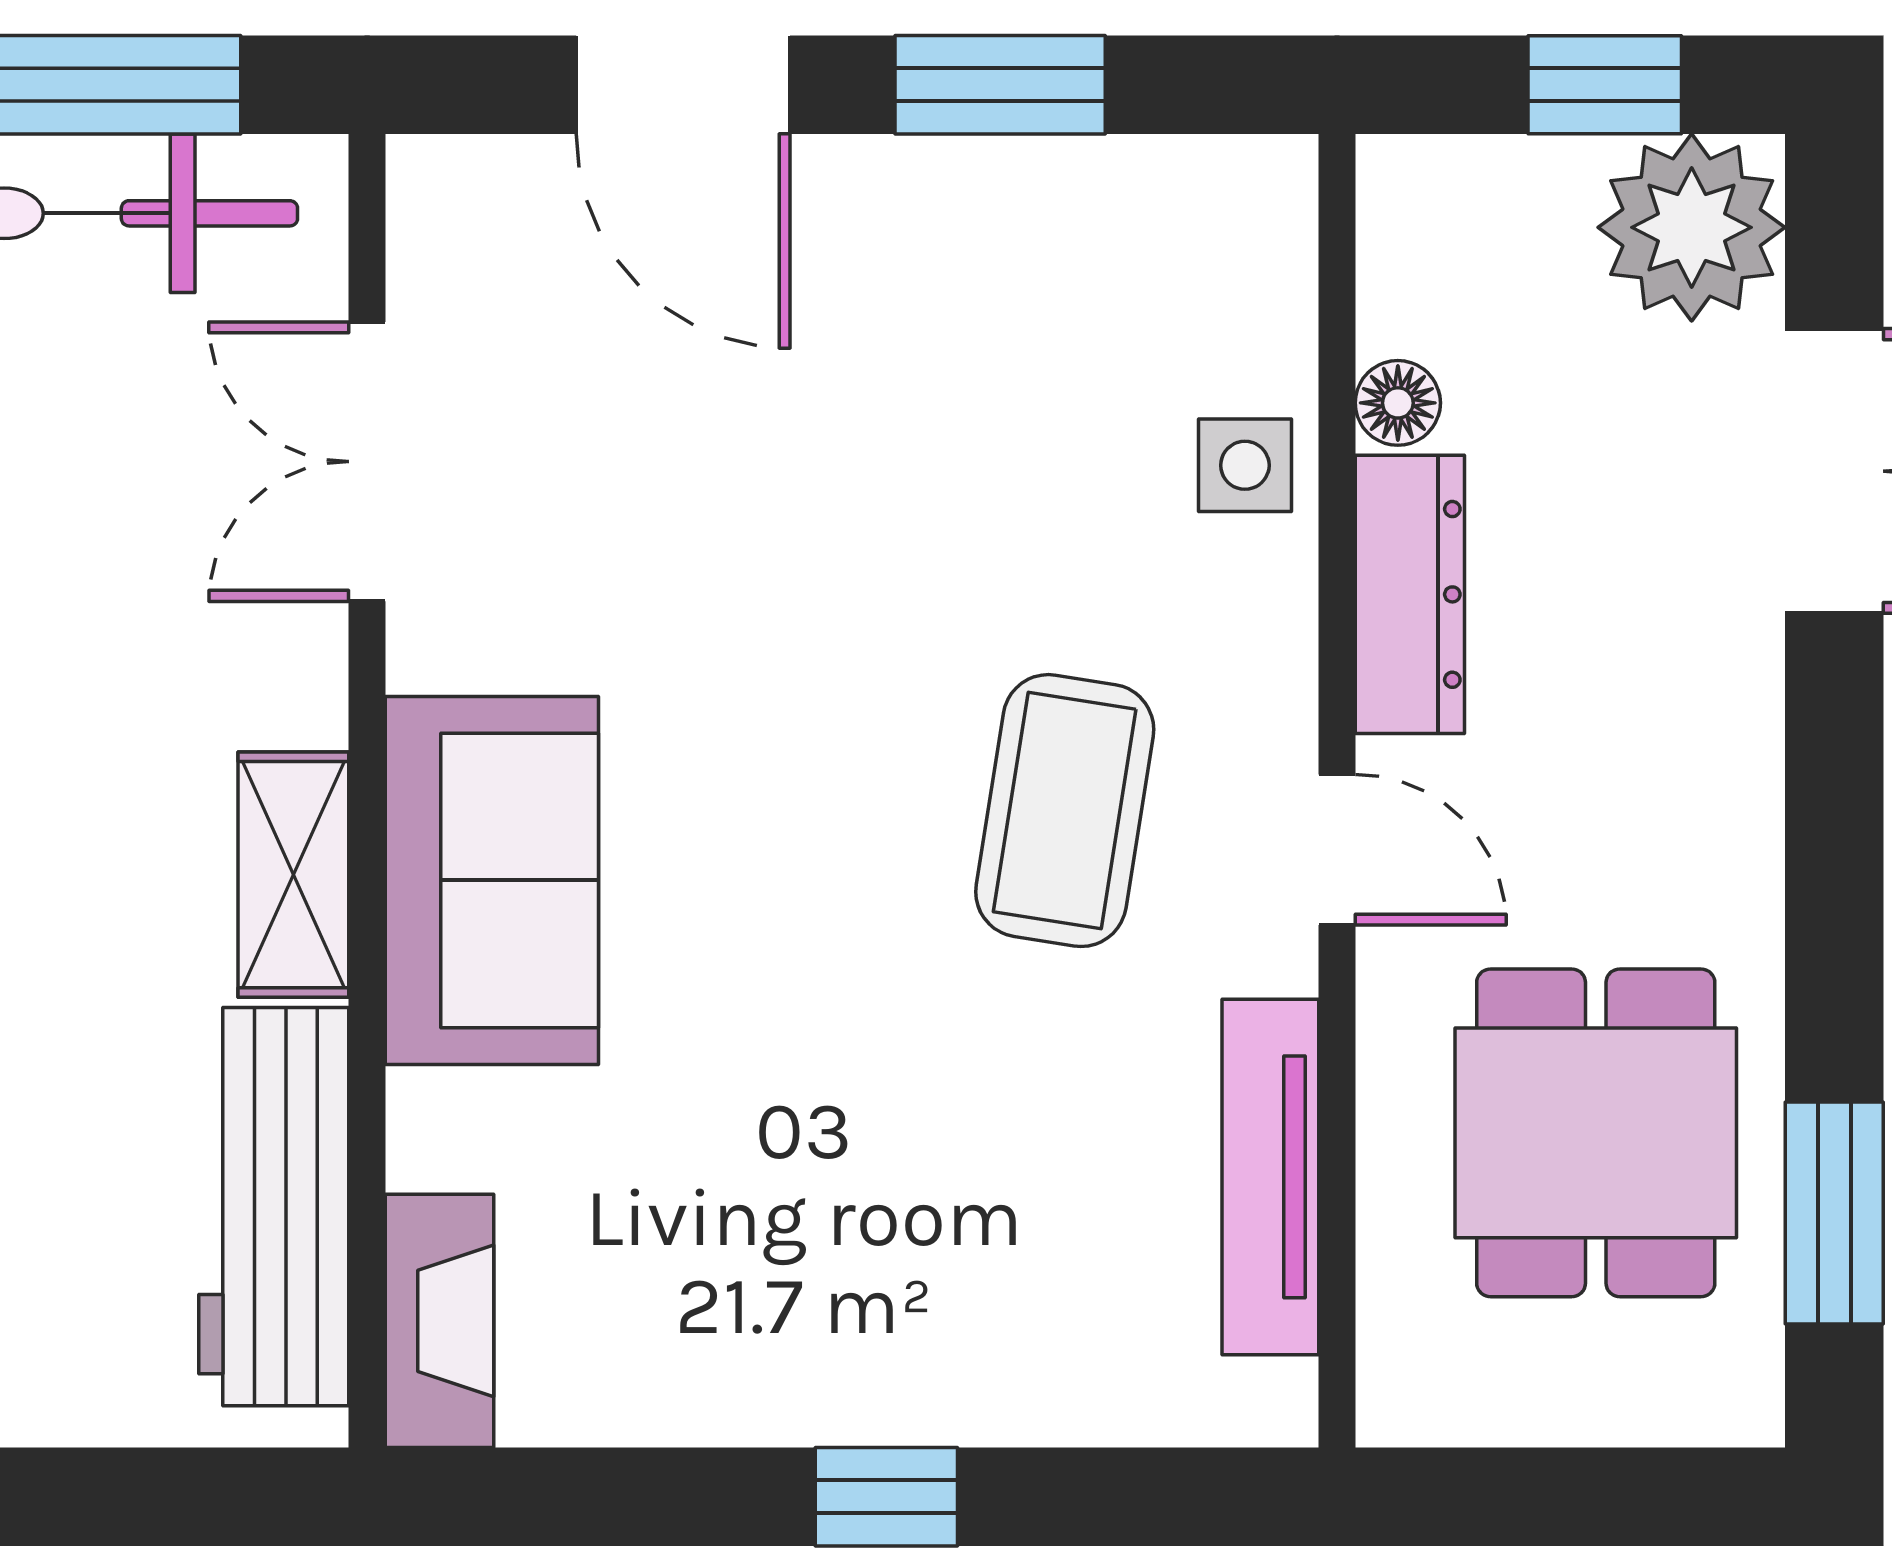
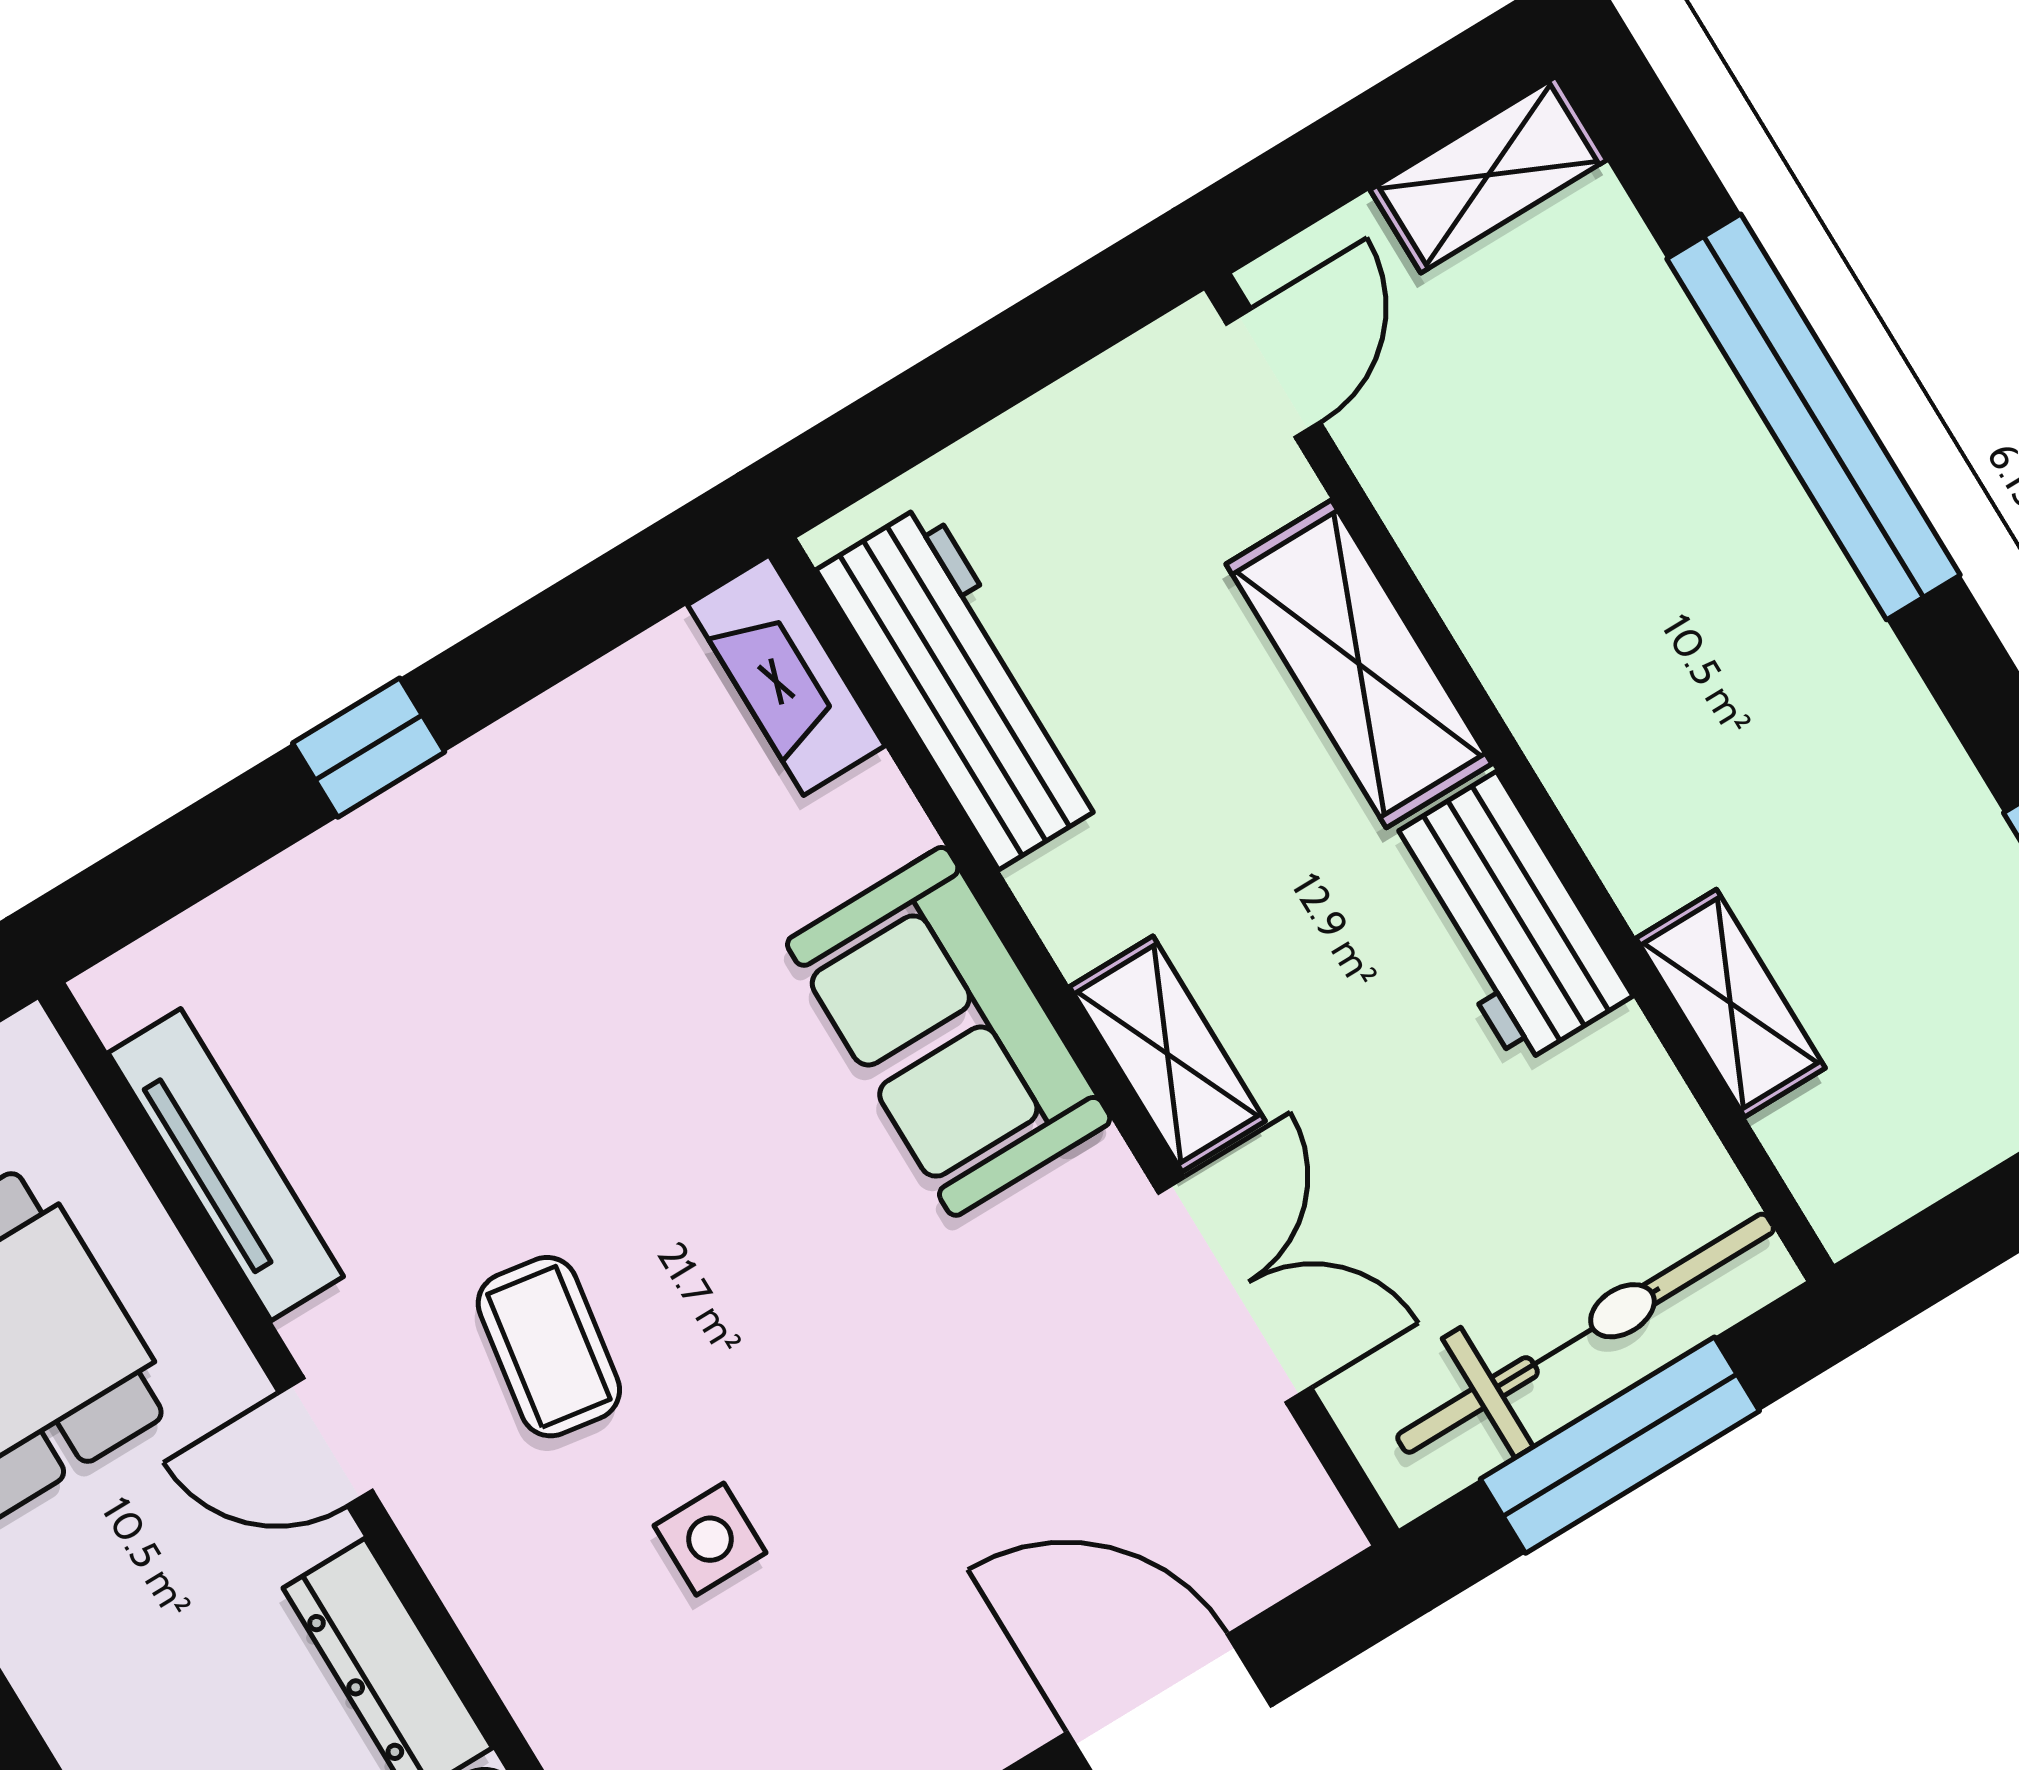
side table: (1245, 465) -> (710, 1539), moved
coffee table: (1065, 811) -> (549, 1347), width x0.73, depth x0.77
shelving: (293, 875) -> (1167, 1054), moved

